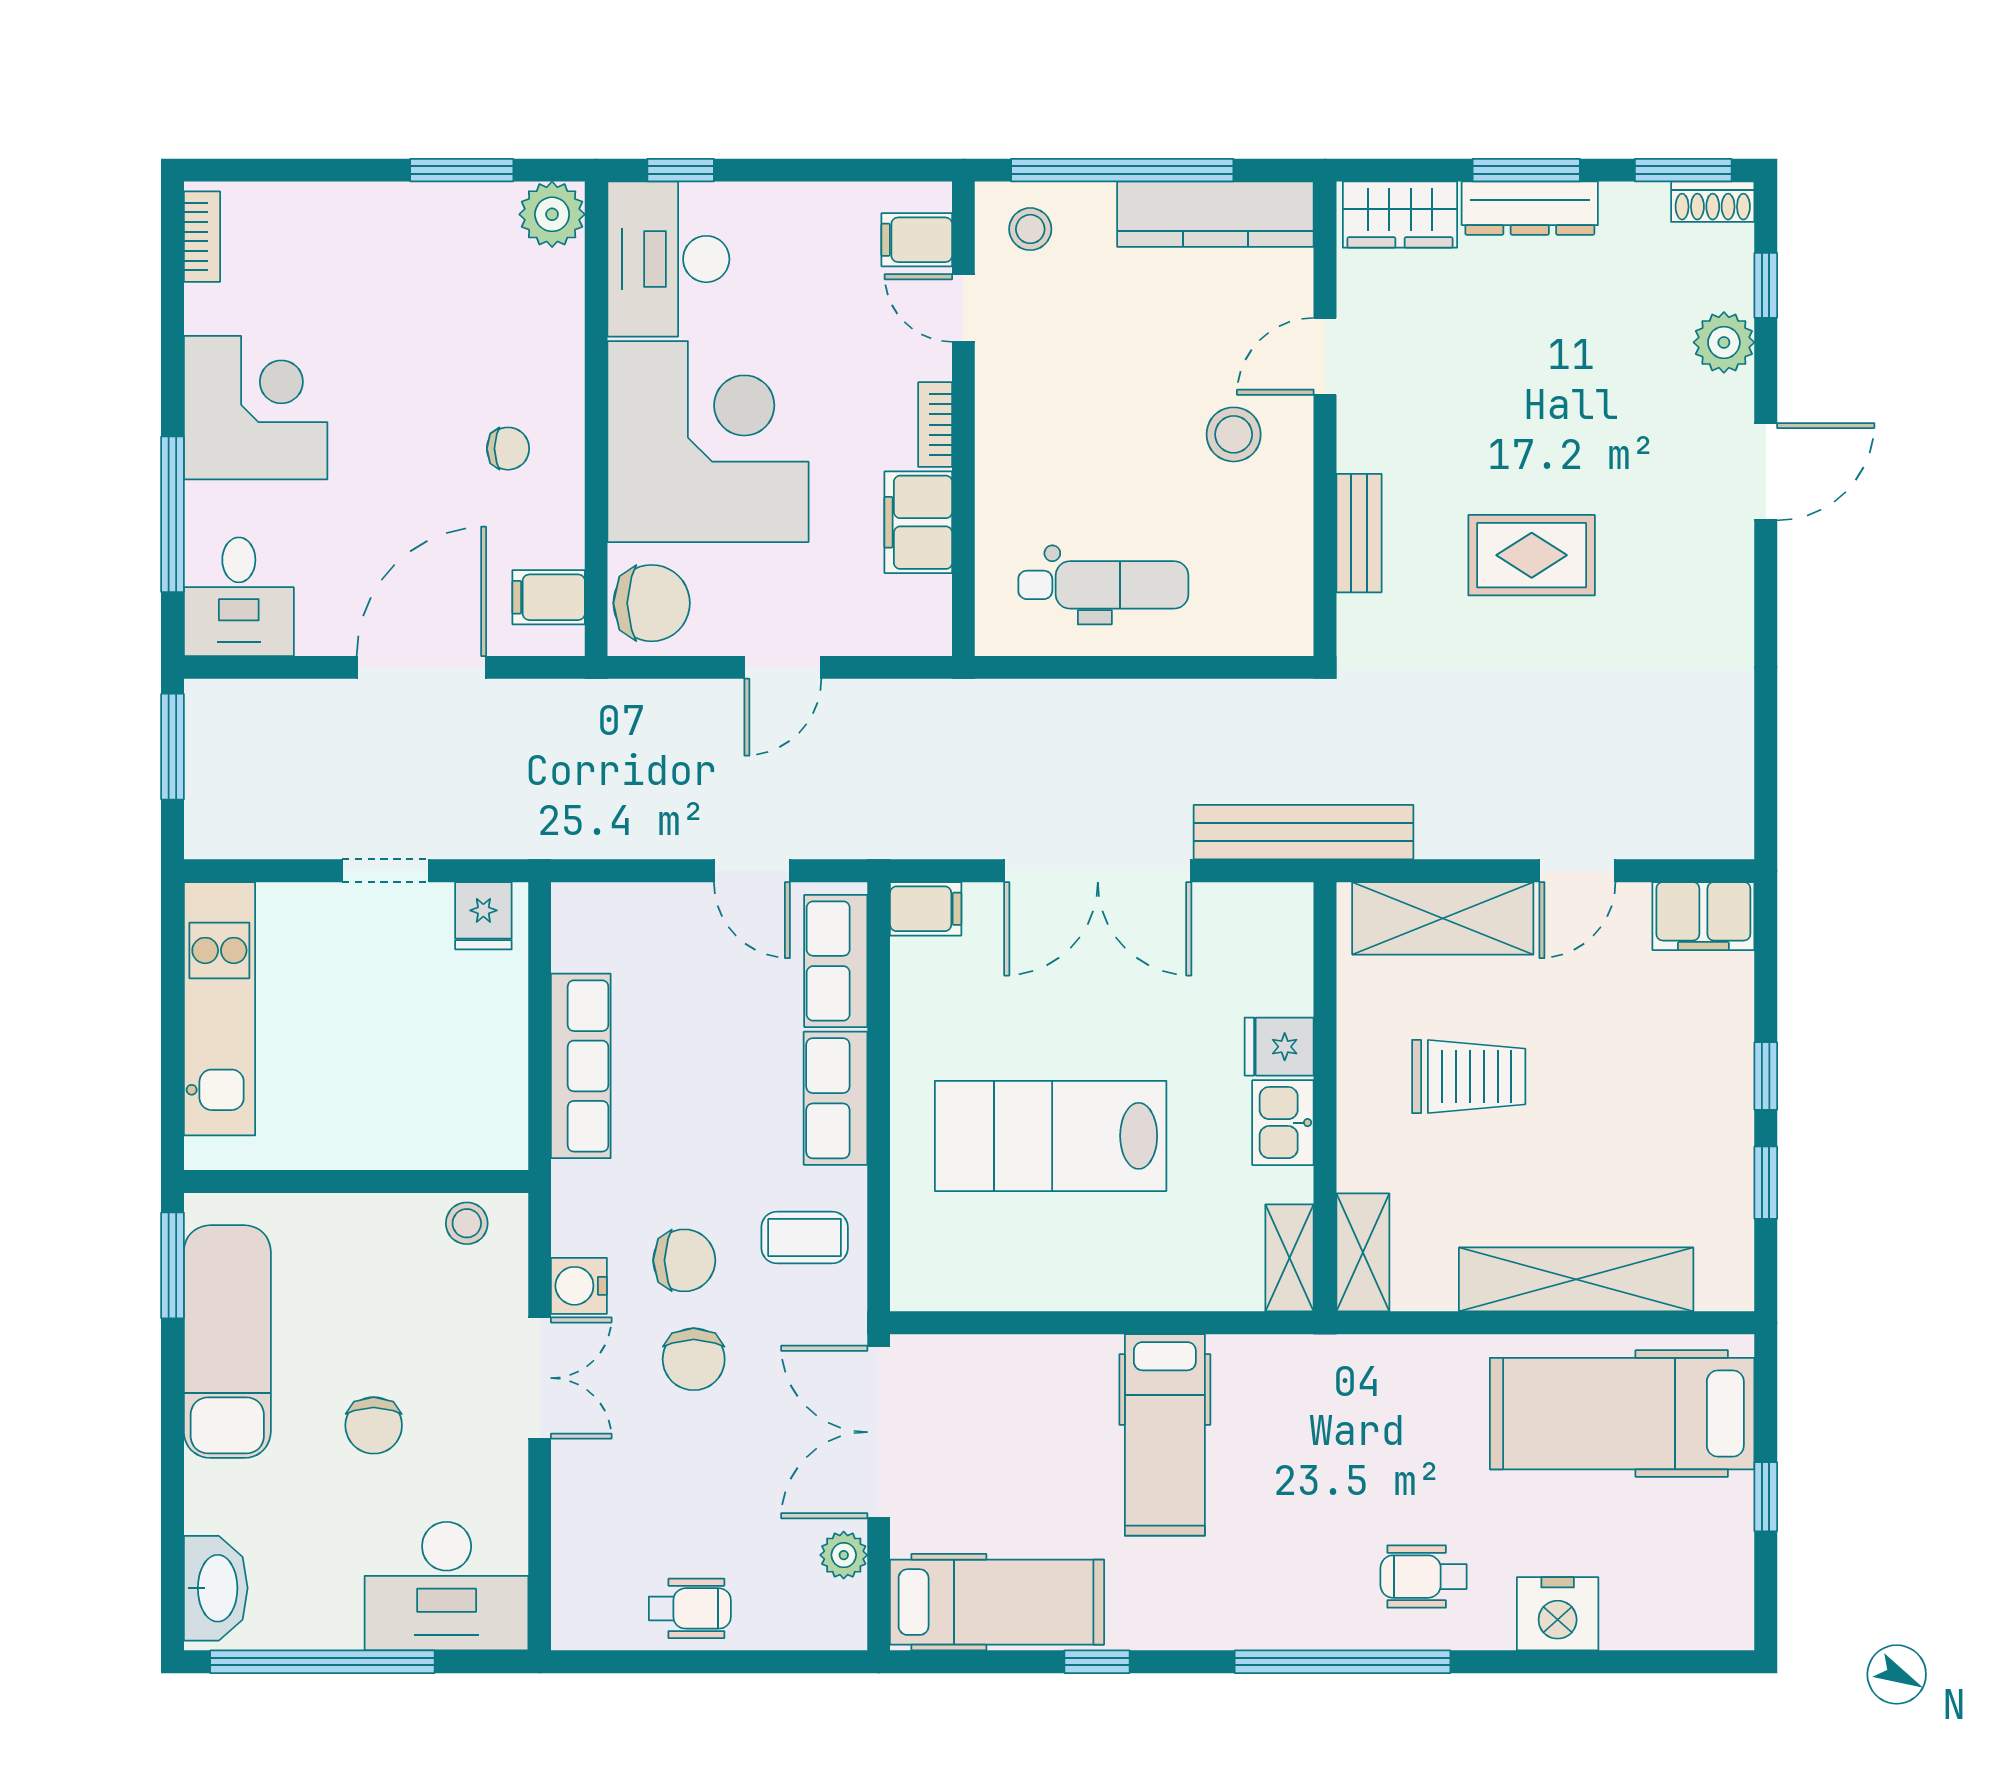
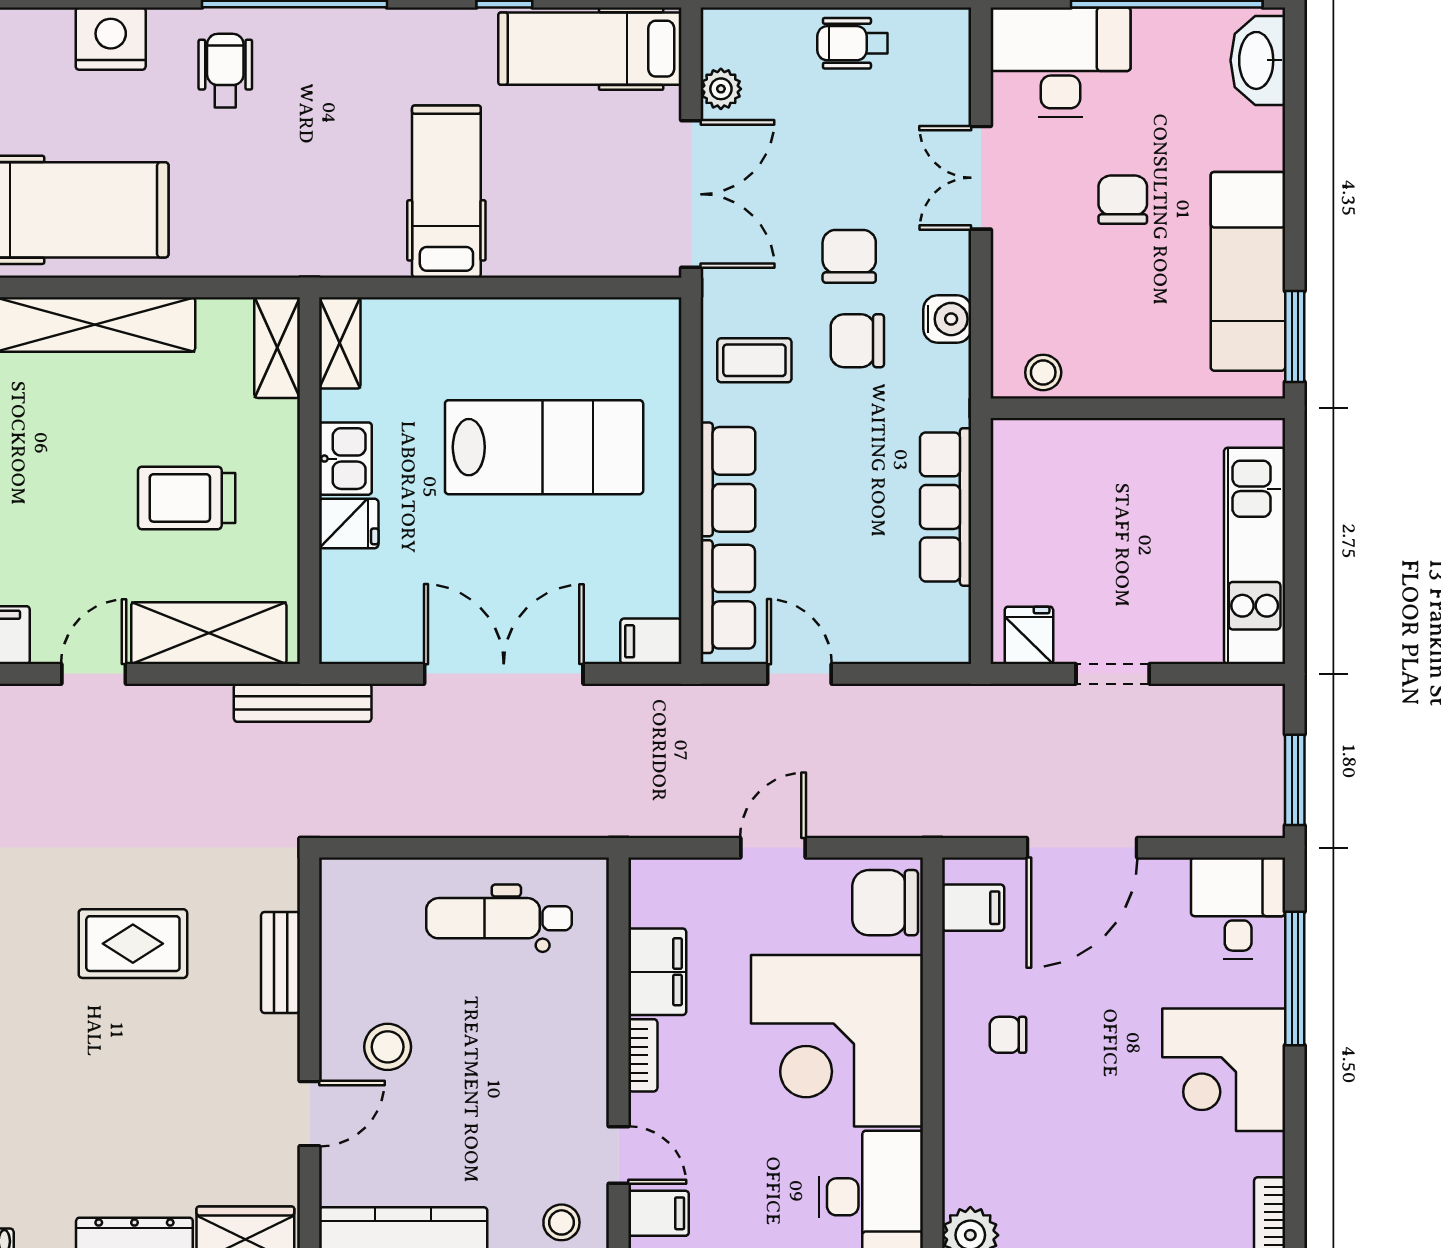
bench: (1304, 832) -> (303, 703), width x0.73, depth x0.82
double door: (540, 1378) -> (981, 178), moved
wheelchair: (1423, 1577) -> (225, 70), turned -90

